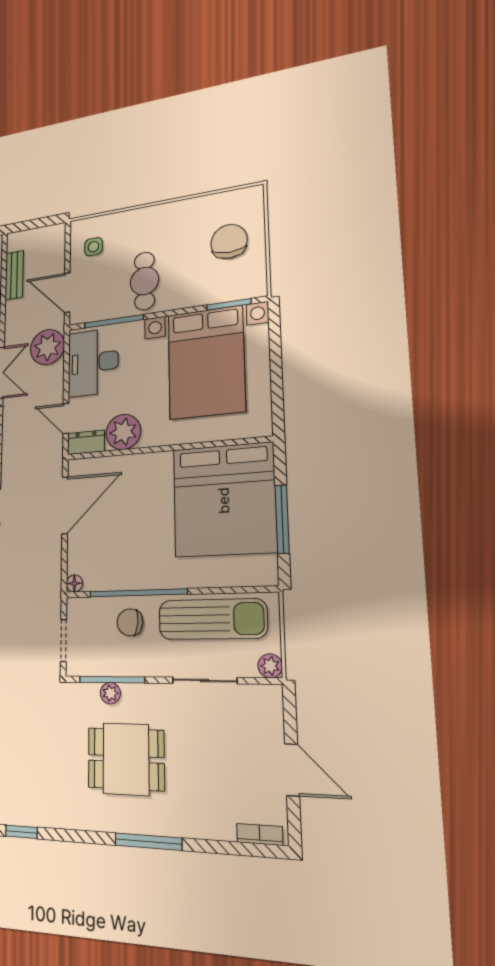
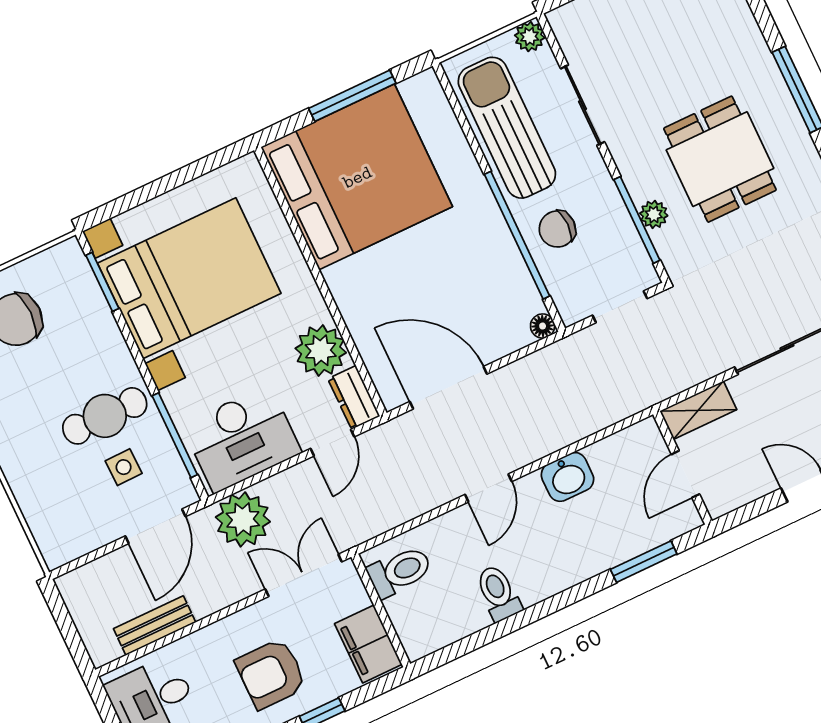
side table: (94, 247) -> (124, 467), moved
chair: (130, 622) -> (557, 229), turned 85

